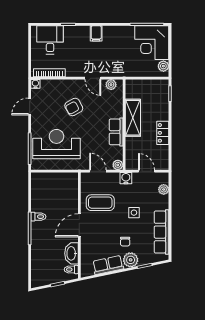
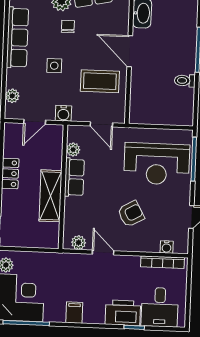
filing cabinet: (96, 33) -> (74, 313), moved
printer: (77, 35) -> (123, 313), added
water cooler: (35, 84) -> (167, 247), moved
plant: (118, 165) -> (73, 150), moved
door: (147, 171) -> (35, 122), hinge flipped
toilet: (38, 217) -> (185, 81), moved
door: (79, 225) -> (130, 51), swing flipped

